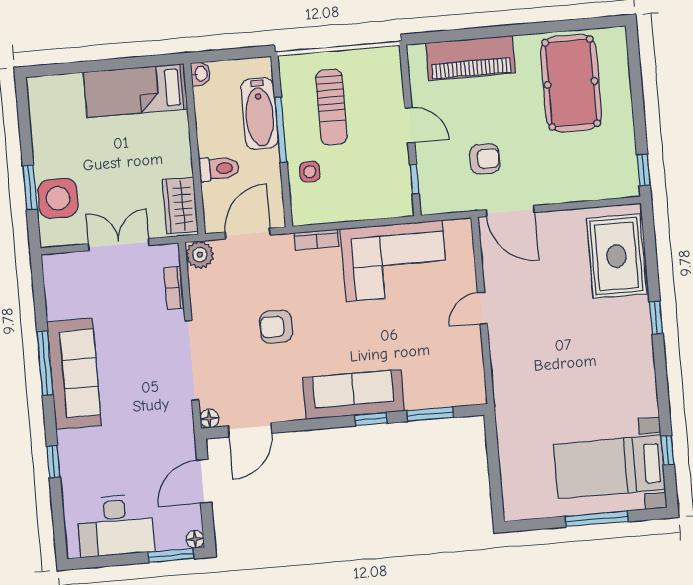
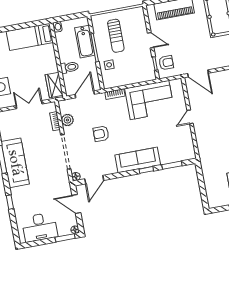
armchair: (485, 159) -> (166, 63), moved
plant: (200, 255) -> (67, 120), moved
door: (204, 481) -> (76, 204), hinge flipped

